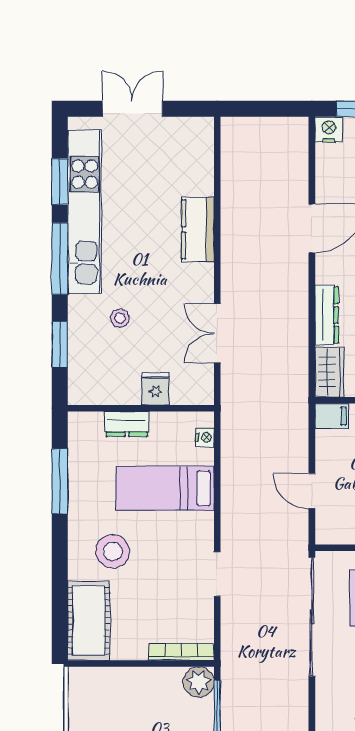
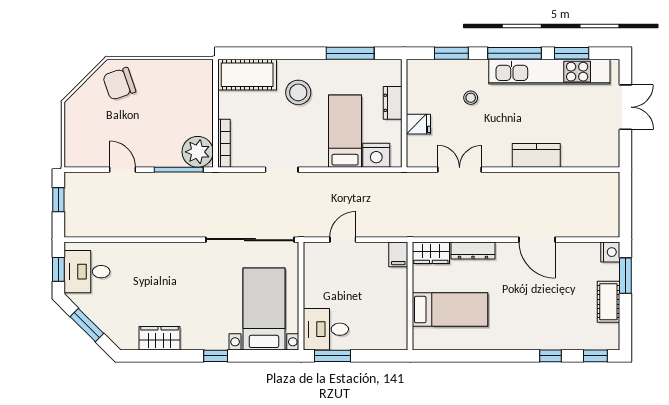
nightstand: (205, 437) -> (376, 155), width x1.89, depth x1.79
plant: (199, 682) -> (198, 152), width x1.36, depth x1.36

